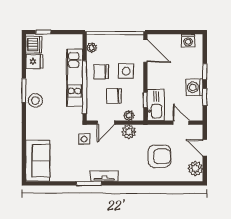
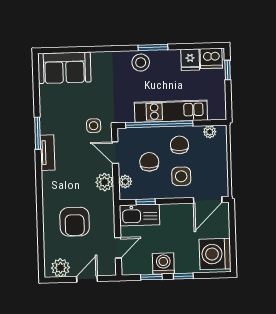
washing machine: (188, 41) -> (215, 254), width x1.89, depth x1.89

